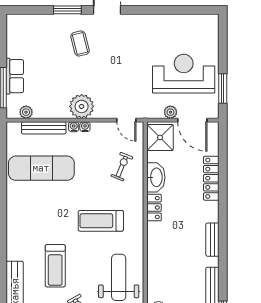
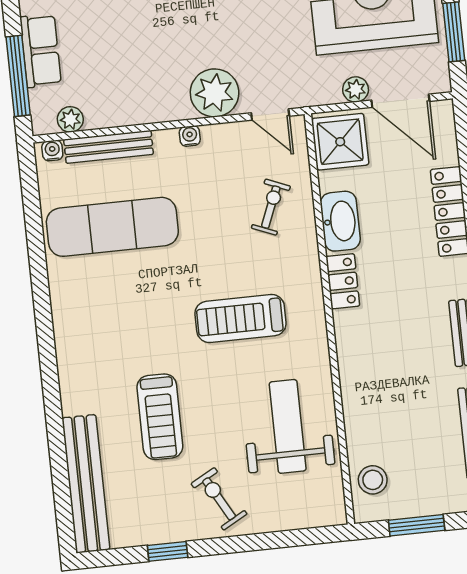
plant: (82, 106) -> (215, 93), moved
water cooler: (74, 127) -> (52, 150), moved

